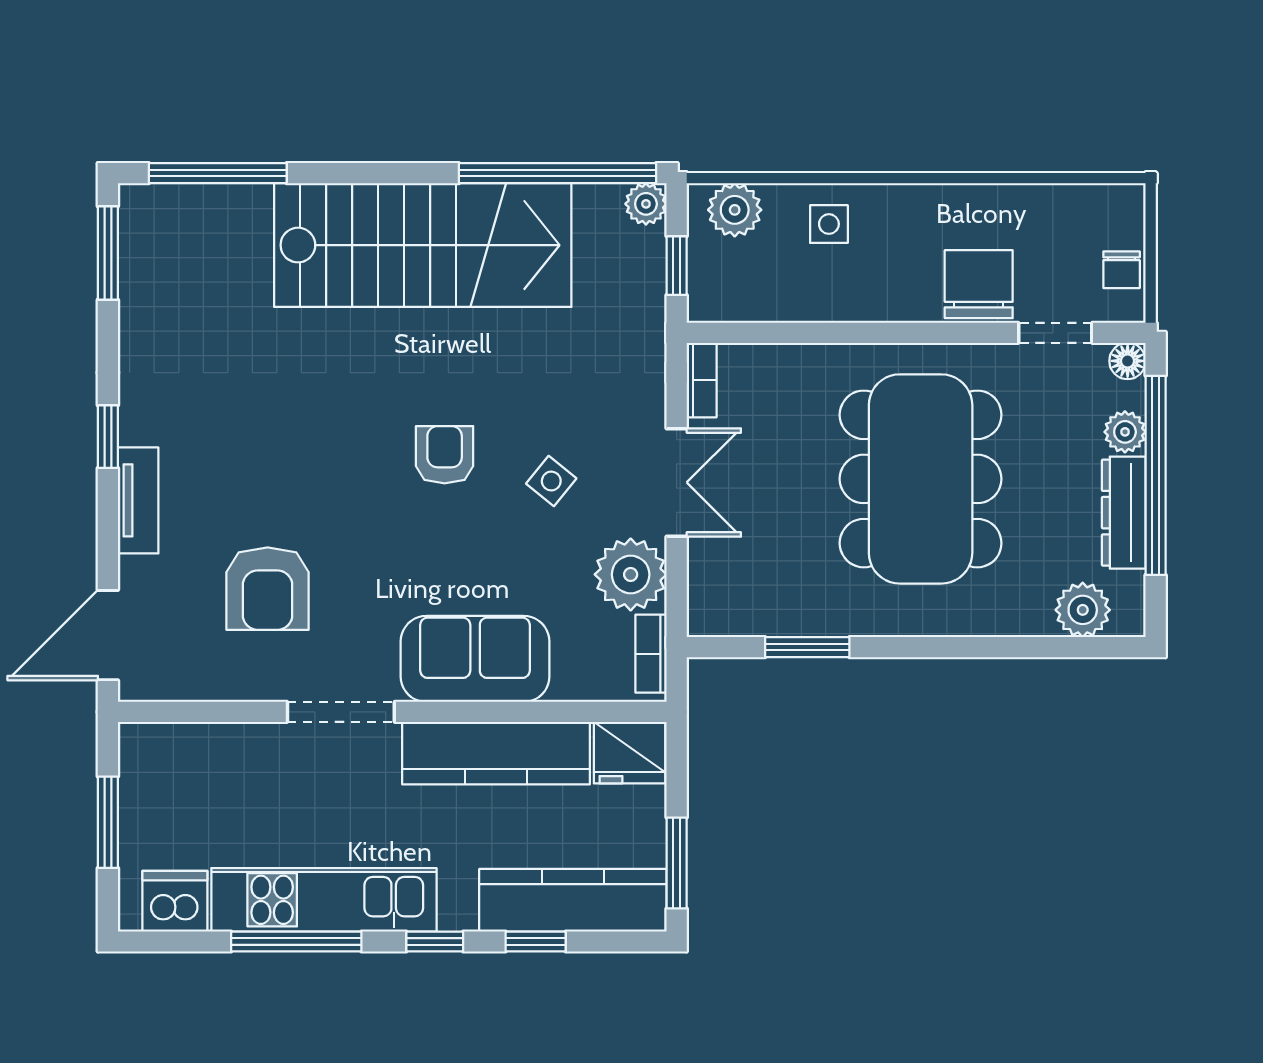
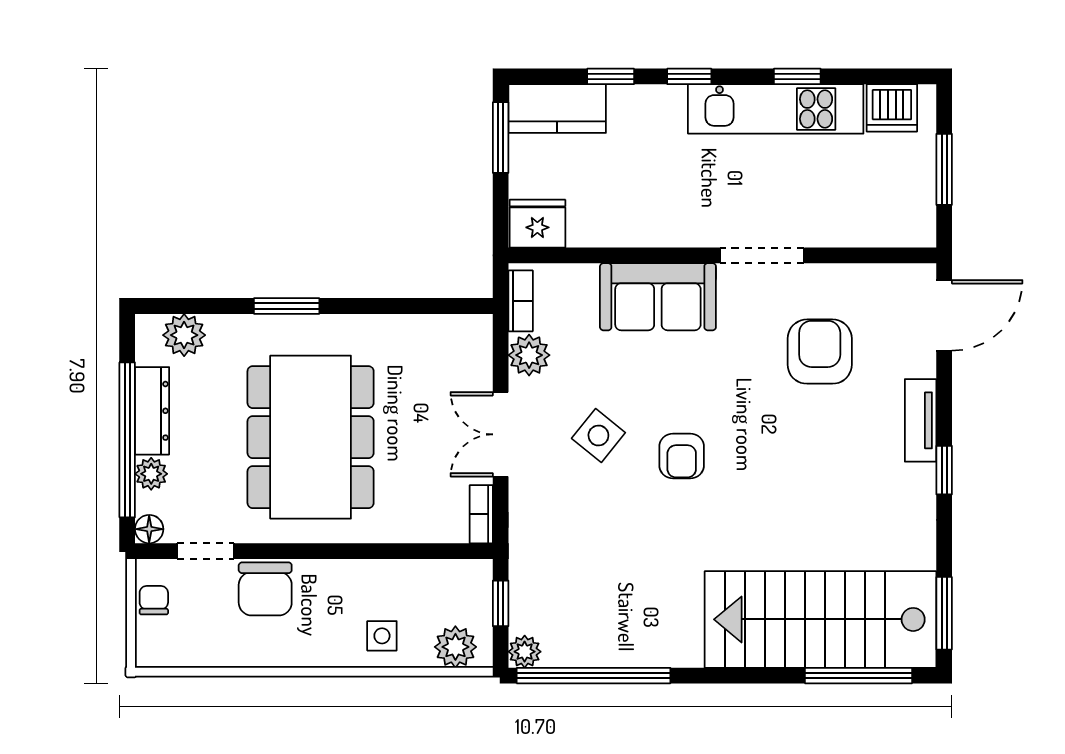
stairs: (423, 245) -> (820, 619), moved
side table: (551, 481) -> (598, 435), width x1.37, depth x1.37
plant: (631, 574) -> (529, 355), width x0.73, depth x0.73
window: (807, 647) -> (287, 306), moved
kitchen counter: (496, 753) -> (642, 223), removed
kitchen counter: (573, 900) -> (557, 109), width x0.67
window: (296, 941) -> (797, 76), width x0.46

